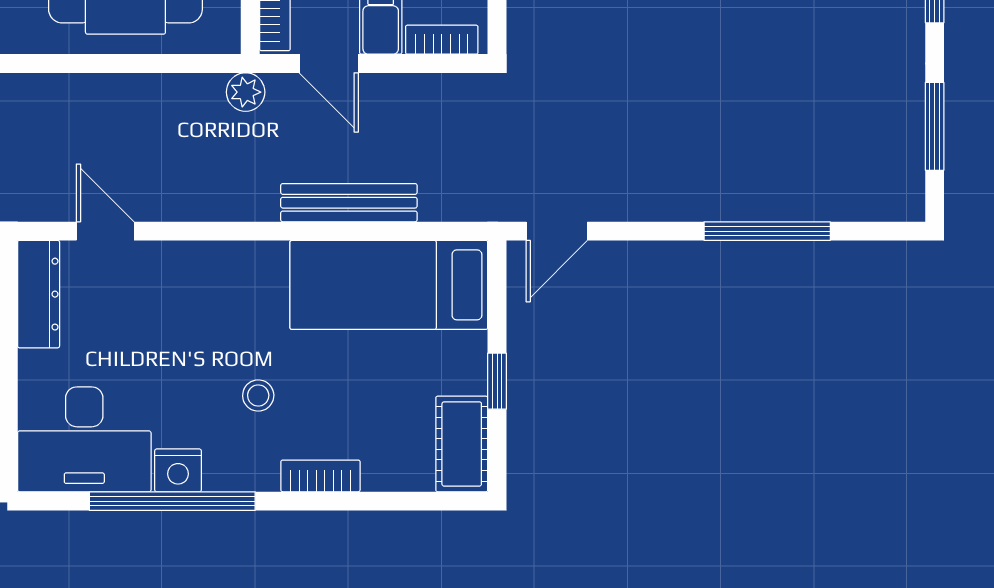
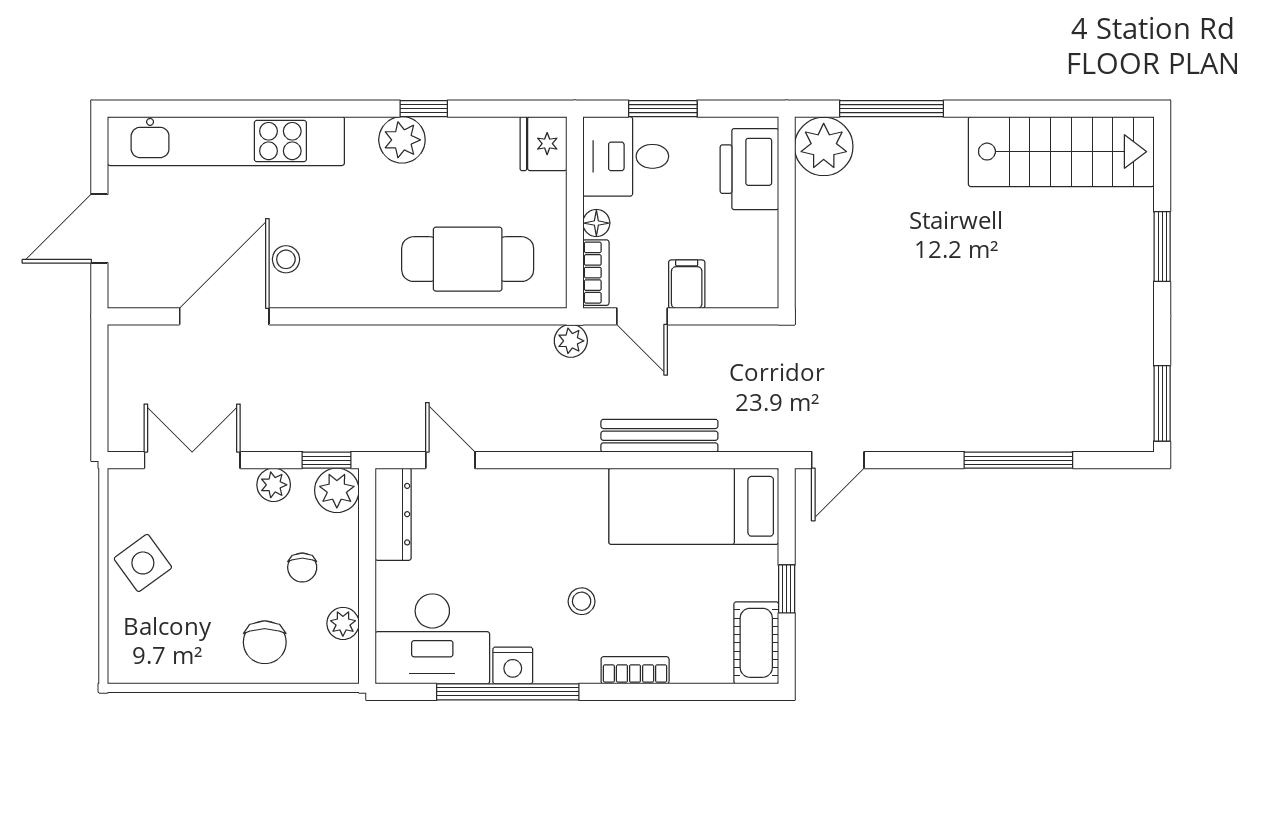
bookcase: (442, 40) -> (739, 296), removed
window: (935, 126) -> (1162, 403), moved

